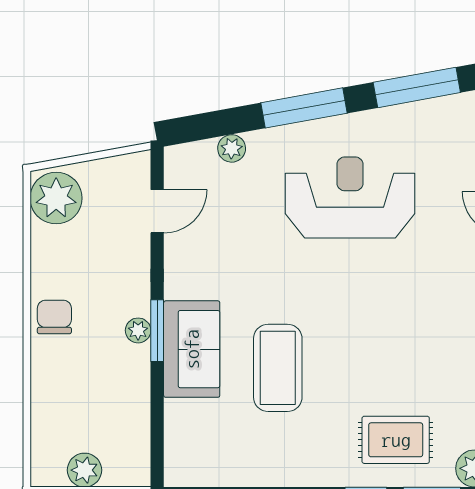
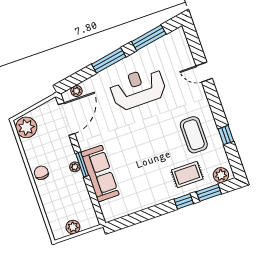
plant: (232, 148) -> (77, 91), moved
door: (157, 211) -> (66, 119), width x1.88
sofa: (192, 349) -> (100, 174), width x1.36
coffee table: (278, 368) -> (194, 135), moved

